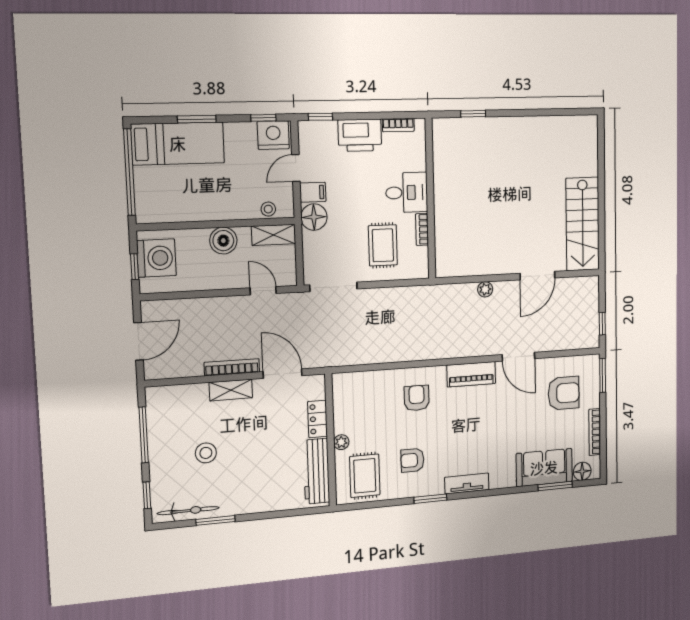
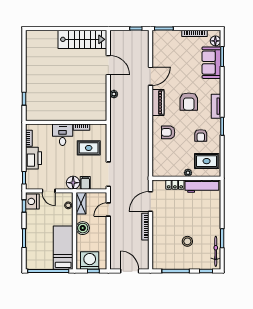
bed: (178, 144) -> (63, 248), moved
filing cabinet: (313, 192) -> (85, 183), moved
shelving: (231, 390) -> (157, 228), removed
armchair: (564, 393) -> (189, 102), moved, turned 180

